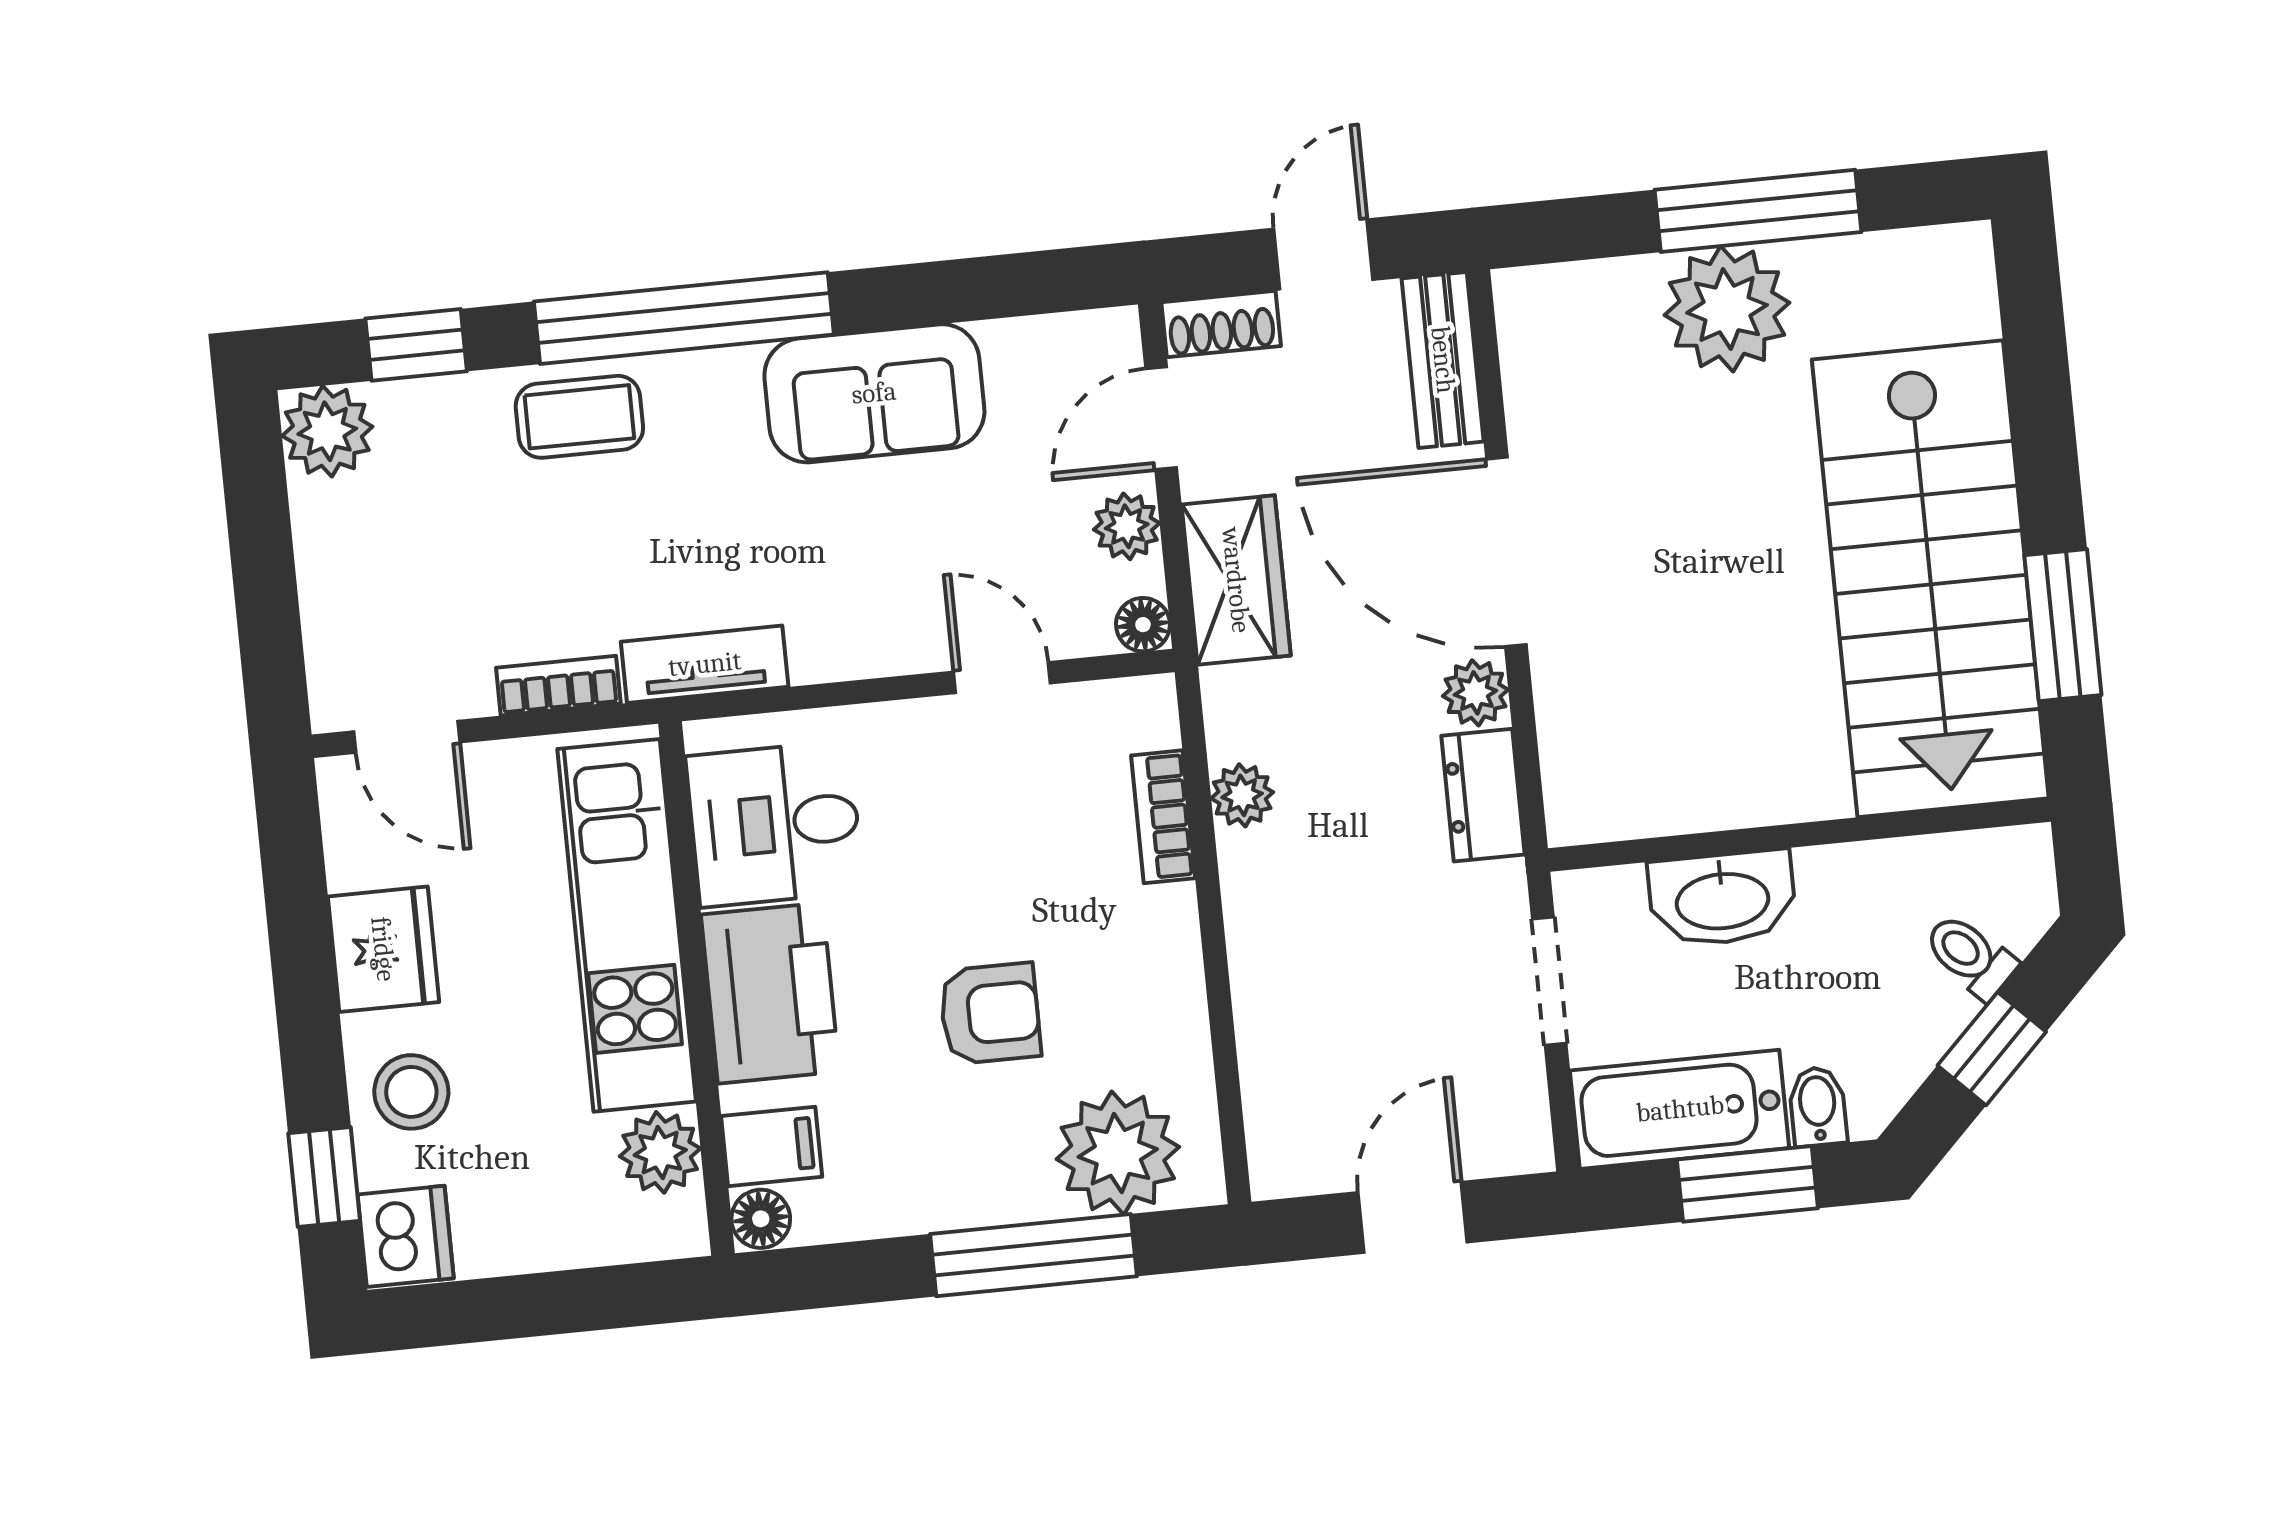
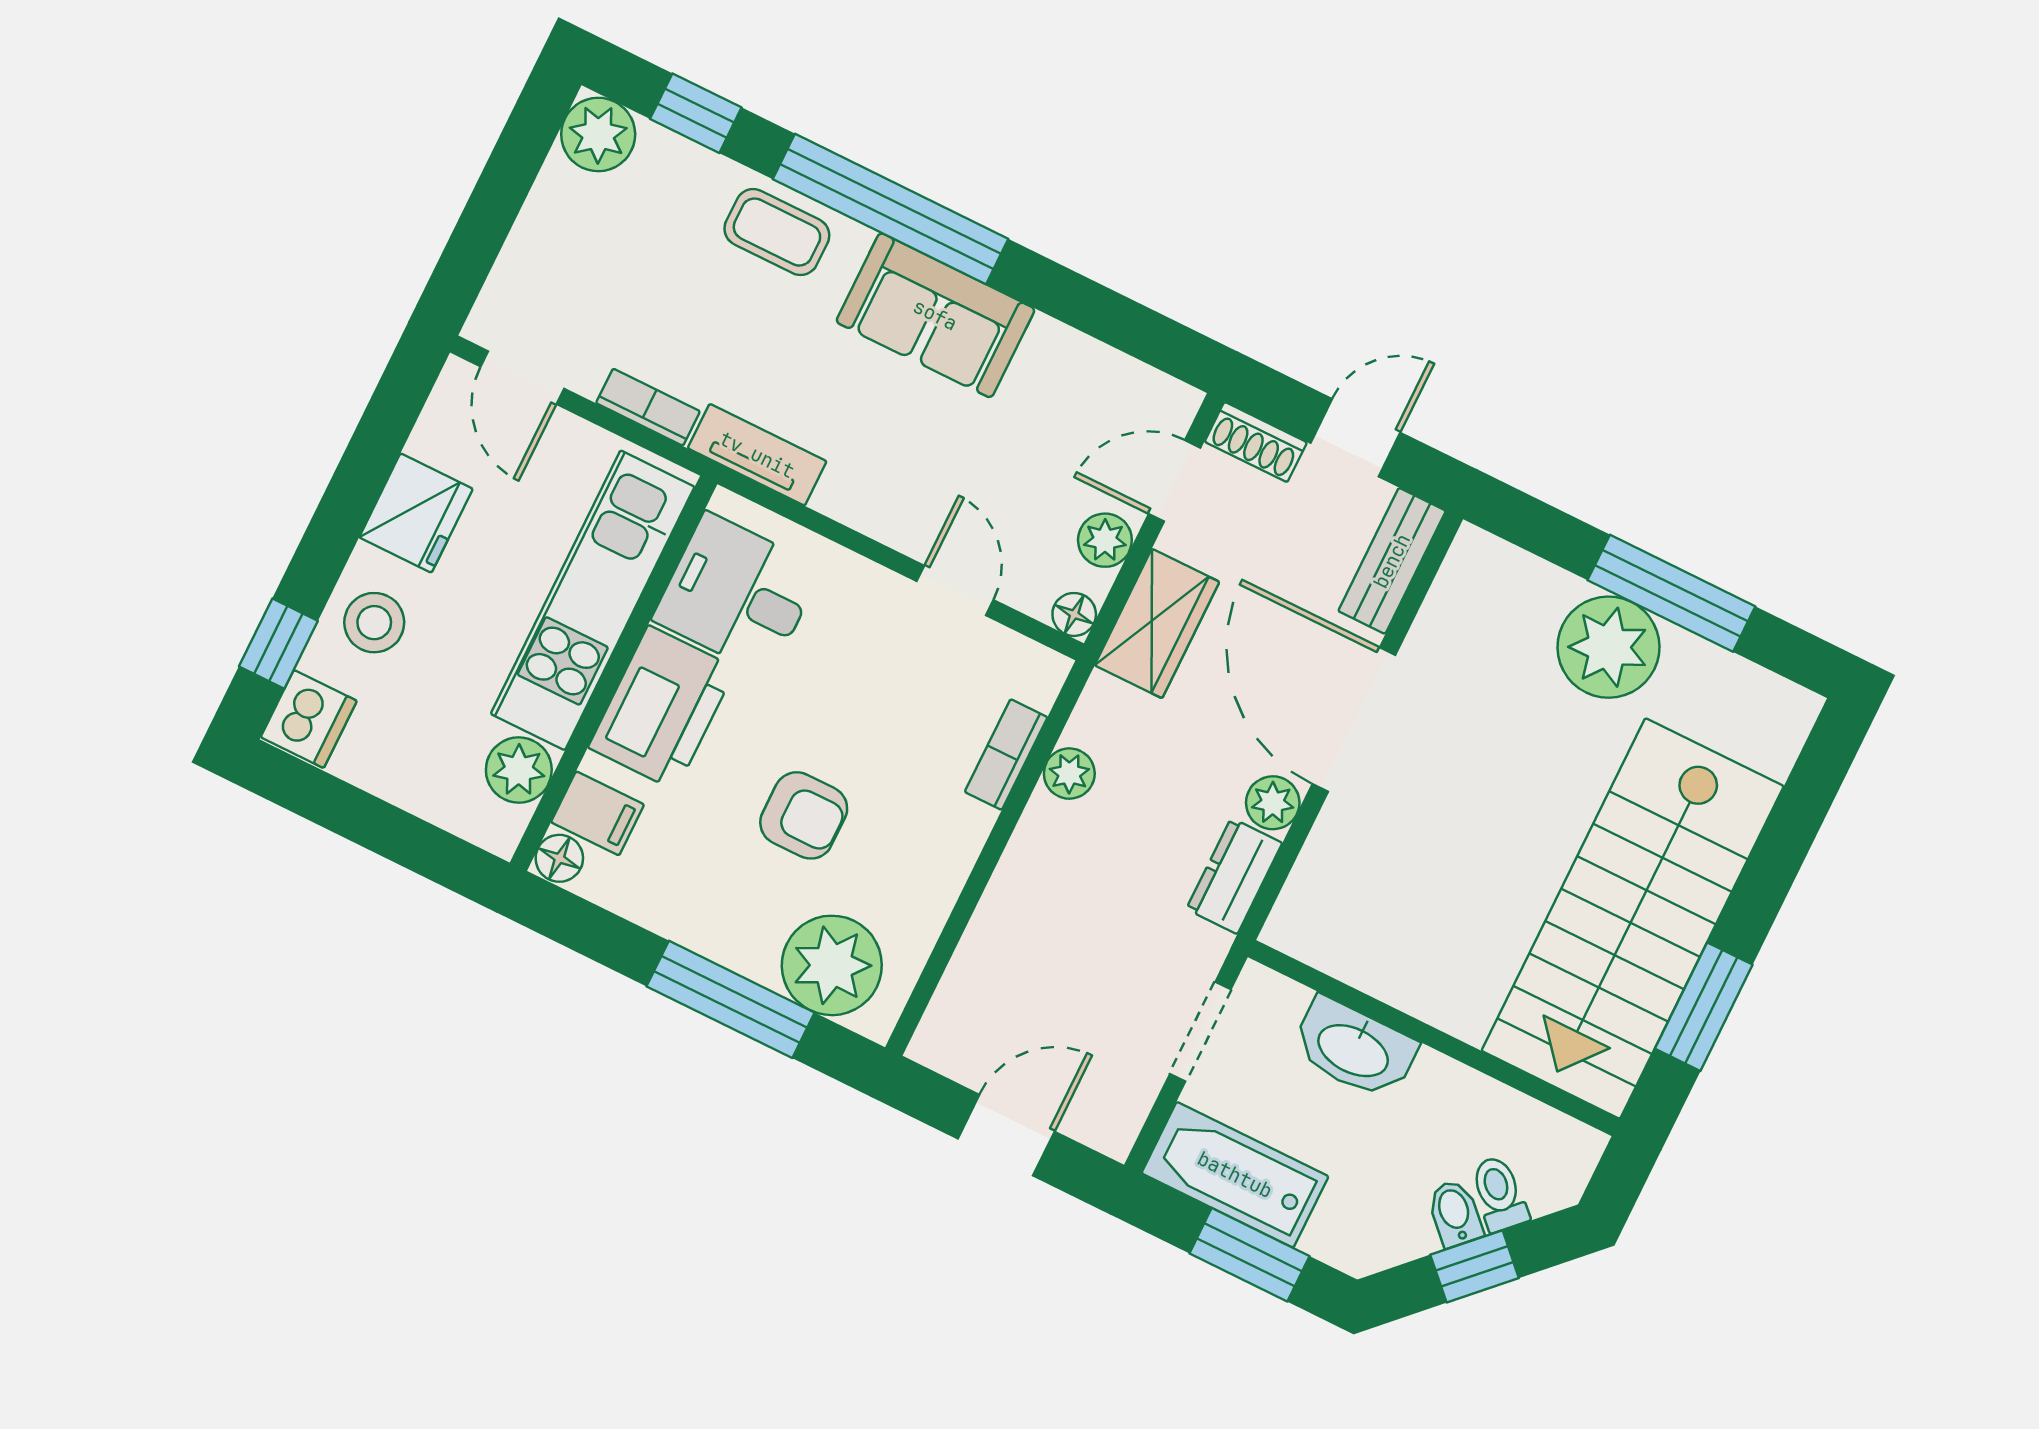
sofa: (874, 393) -> (935, 315), moved
bidet: (1818, 1106) -> (1455, 1213), moved, turned -45

